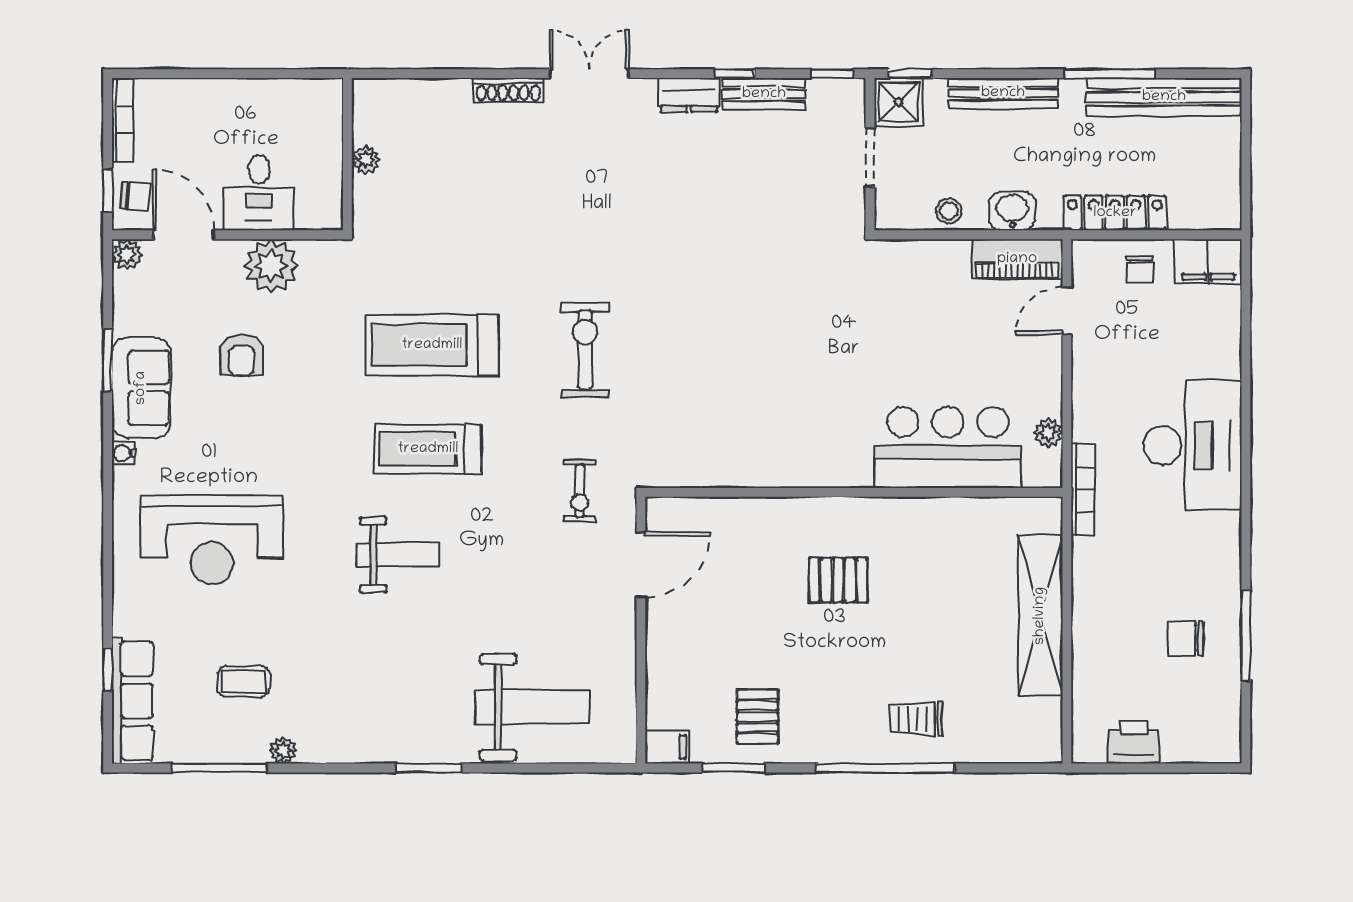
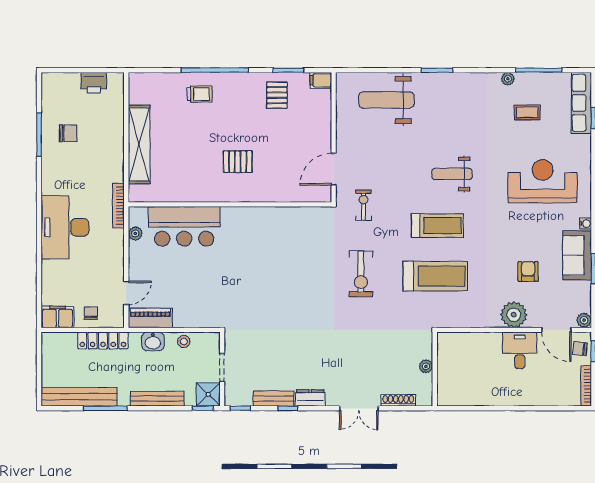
wall: (347, 154) -> (435, 369), moved
plant: (366, 160) -> (426, 366), moved

